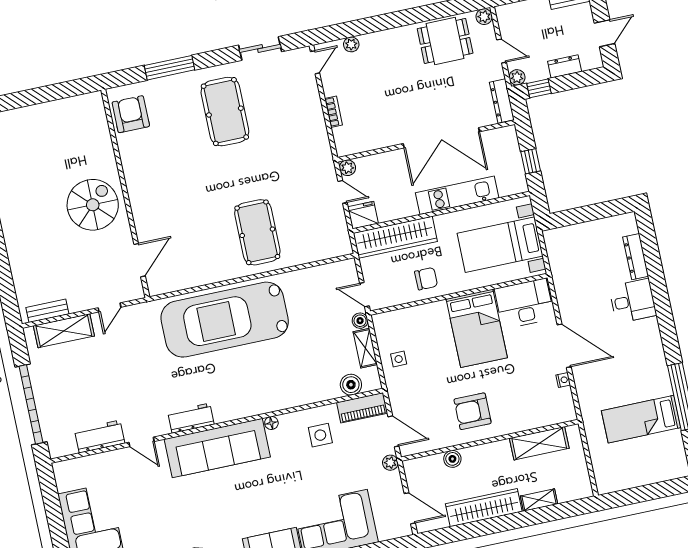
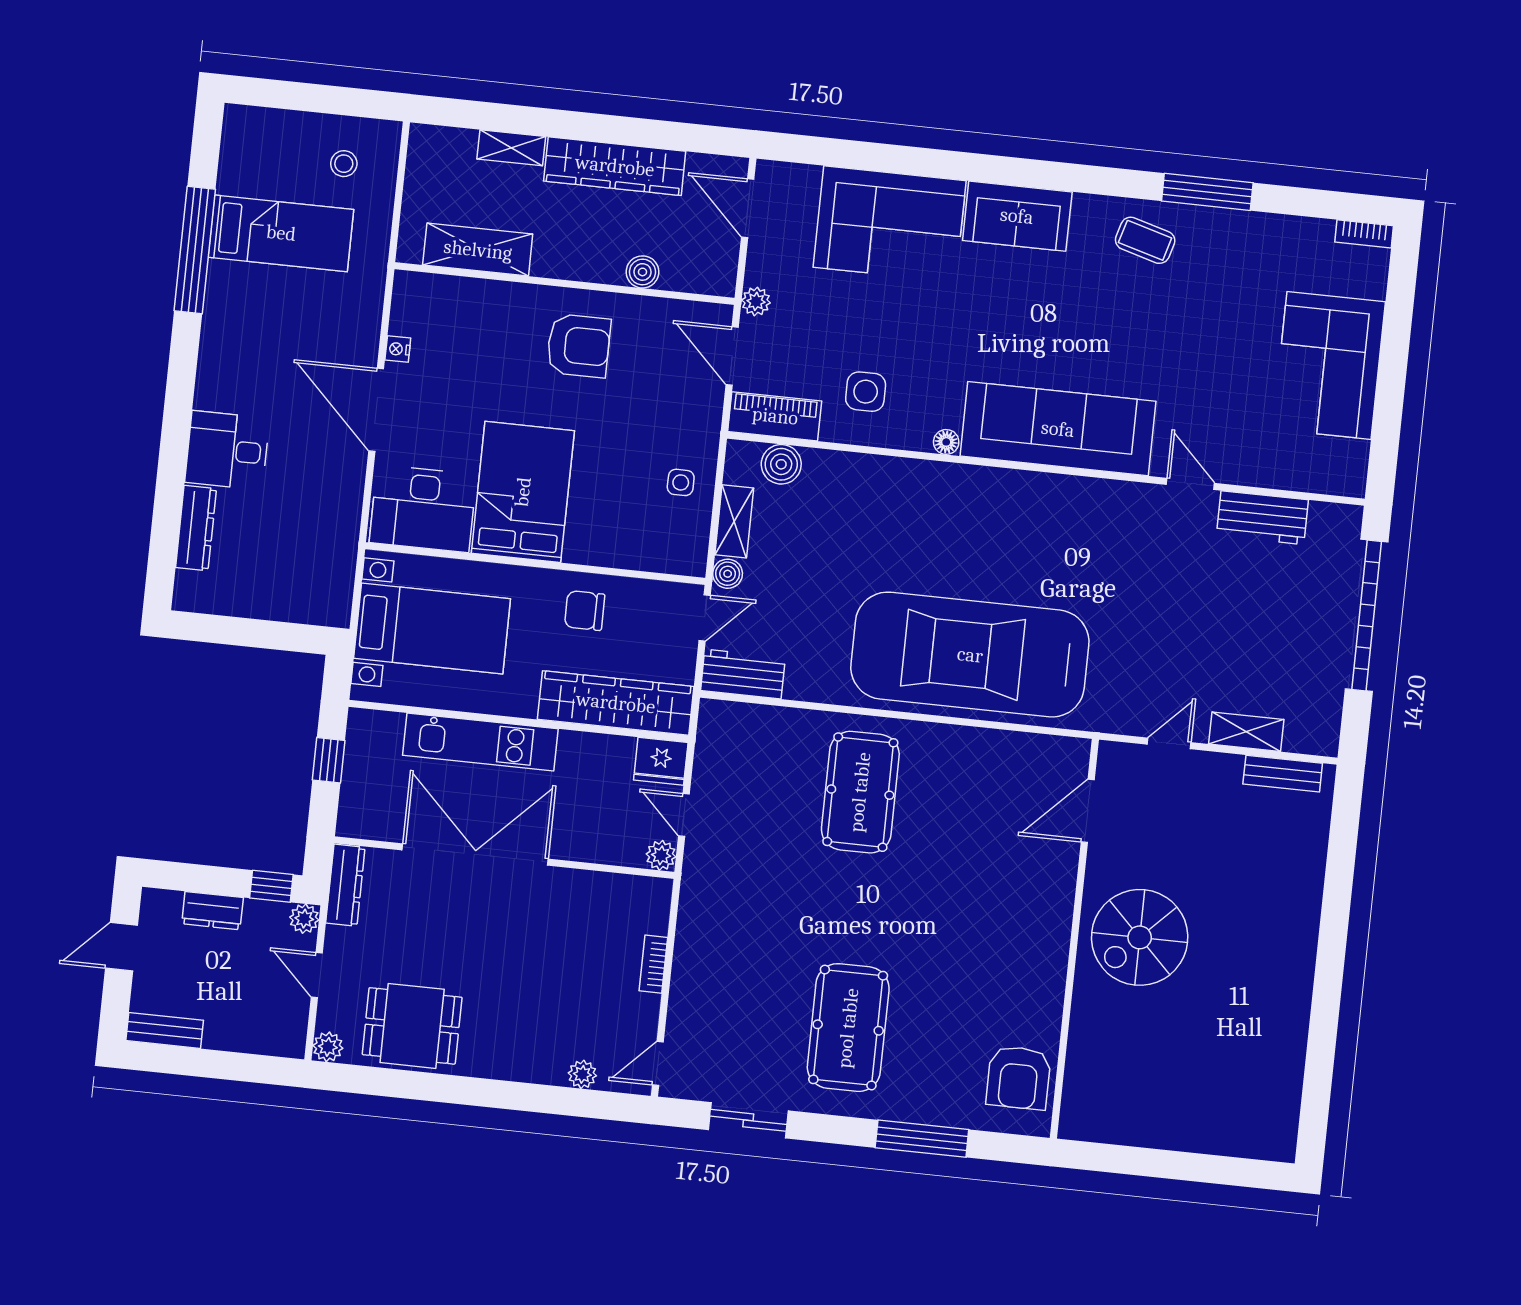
door: (364, 295) -> (705, 618), hinge flipped
car: (225, 320) -> (970, 655), turned 180
shelving: (64, 331) -> (1246, 732), width x0.67, depth x0.75
workbench: (191, 418) -> (743, 674), moved, turned 180
stool: (621, 465) -> (344, 164), added

